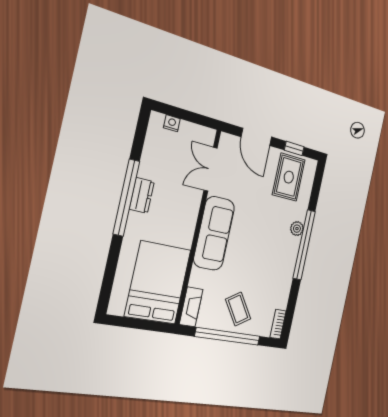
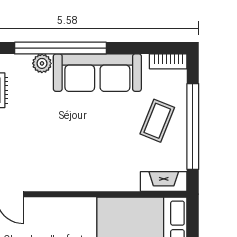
sofa: (214, 233) -> (97, 73), moved, turned 180
coffee table: (238, 309) -> (157, 121), turned -35

